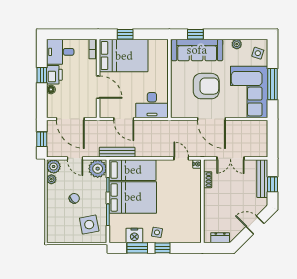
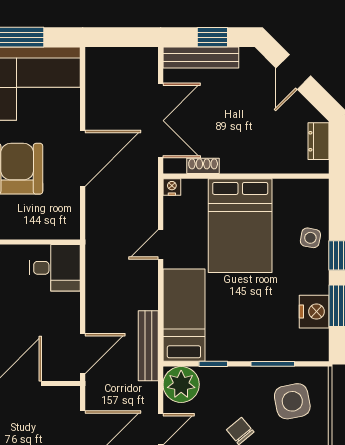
desk: (152, 105) -> (55, 268), width x0.73
door: (124, 119) -> (83, 354), moved
door: (181, 158) -> (161, 244), moved
double door: (230, 158) -> (161, 121), width x1.37
bed: (133, 197) -> (240, 226), moved, turned 180
side table: (157, 232) -> (310, 238), moved

